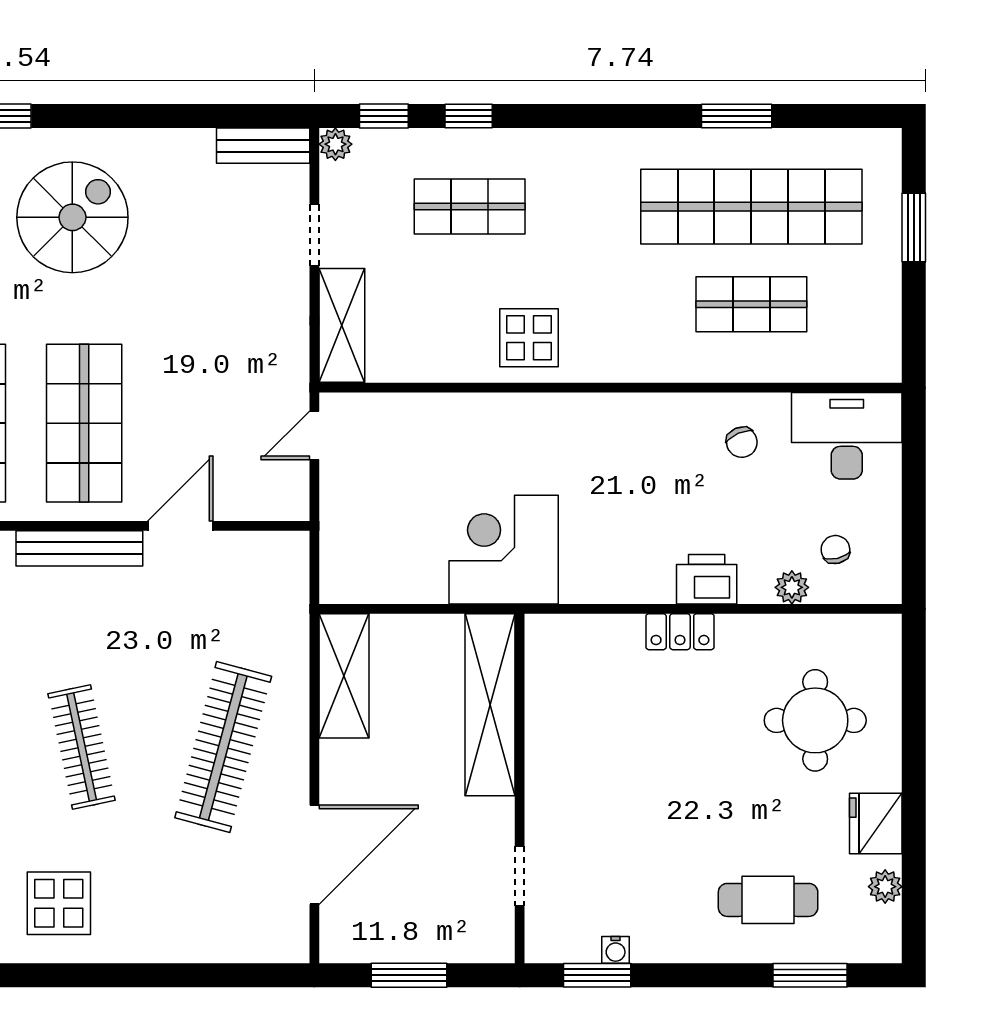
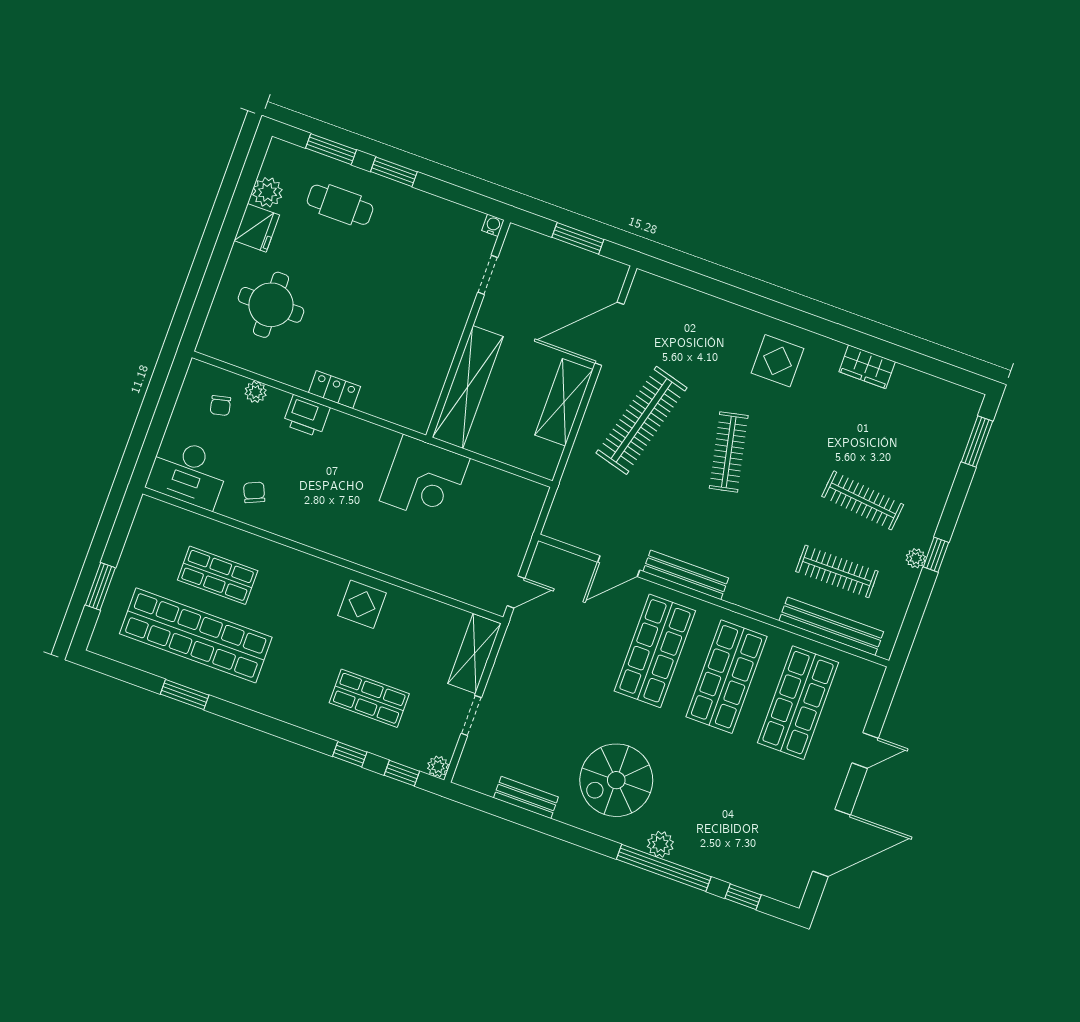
bench: (263, 146) -> (526, 797), moved
shelving: (344, 676) -> (564, 402), moved
plant: (885, 887) -> (267, 192), width x1.38, depth x1.38
water cooler: (616, 950) -> (493, 225), moved
window: (597, 975) -> (394, 172), moved

